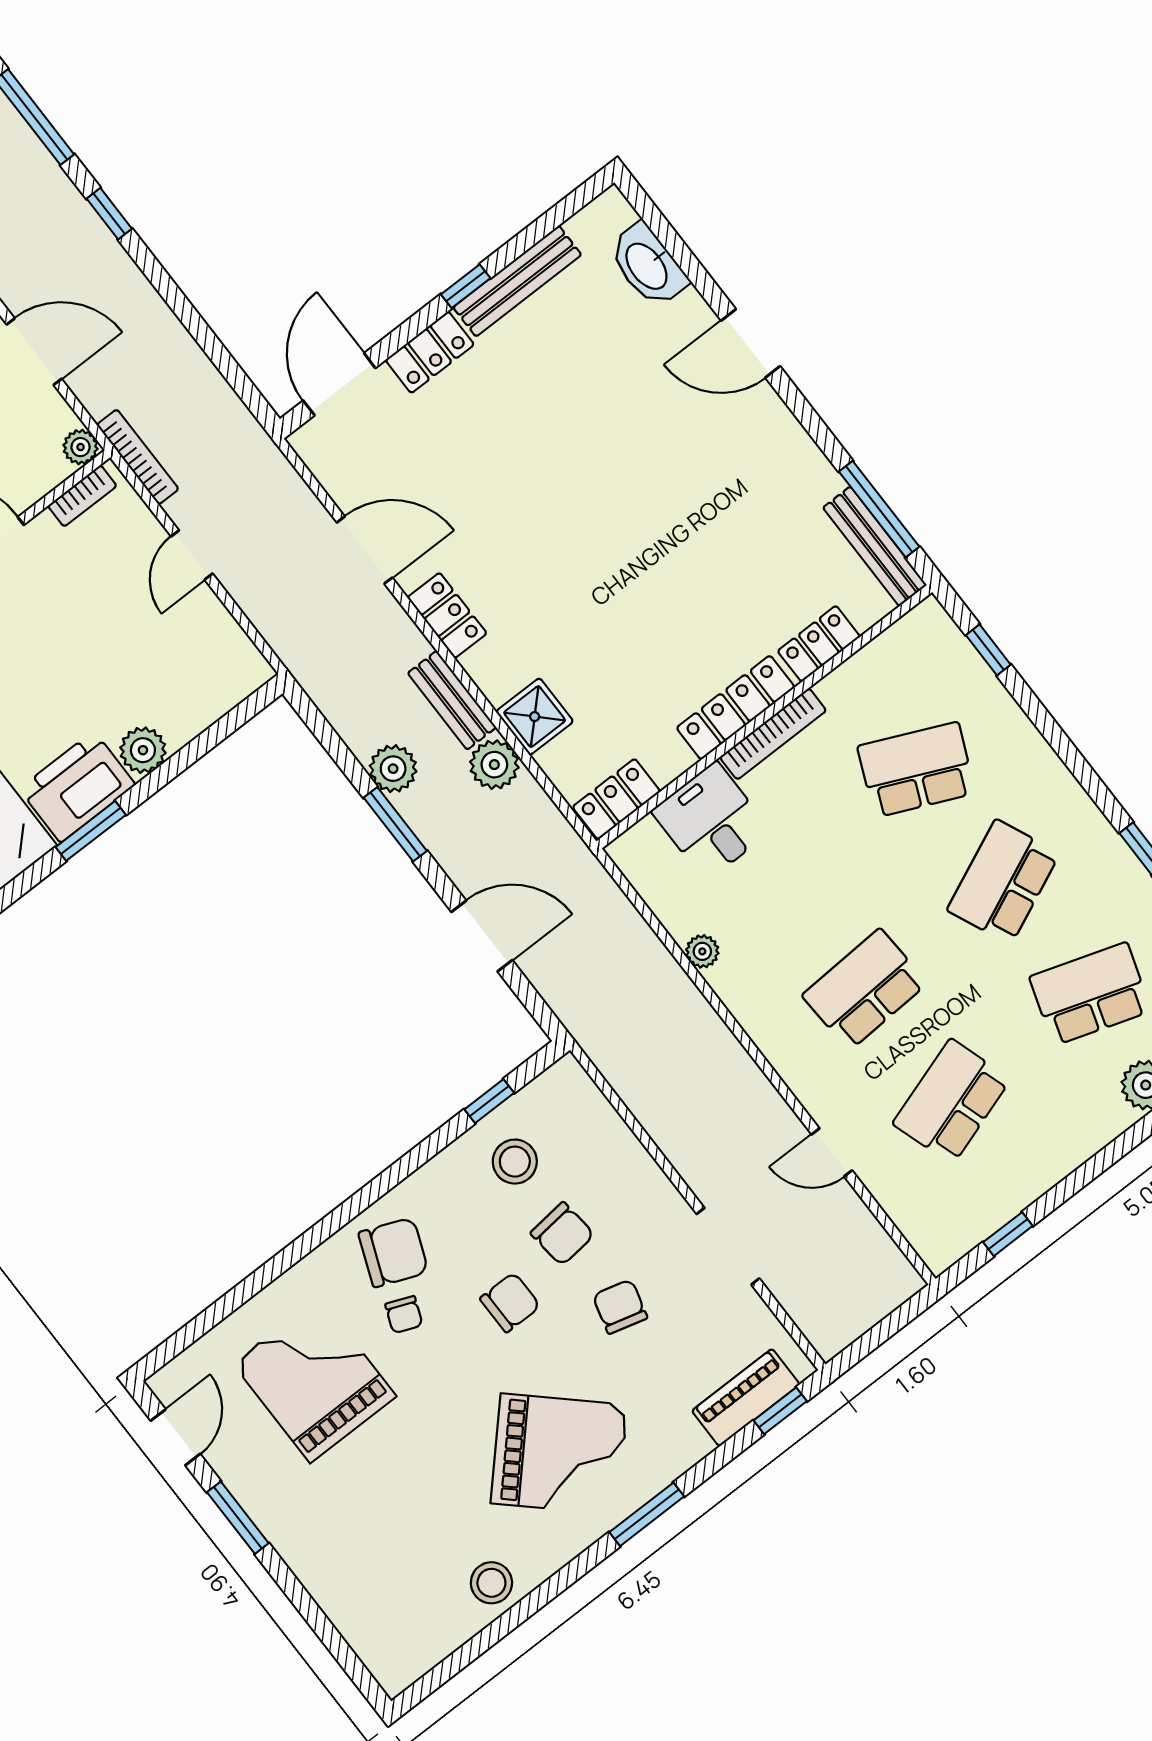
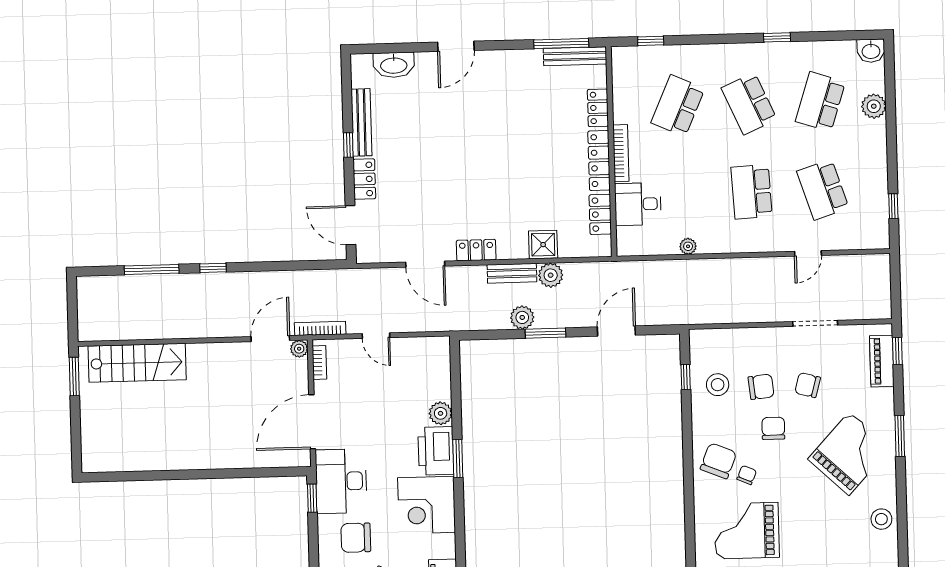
door: (34, 352) -> (270, 339), moved
door: (365, 550) -> (425, 264), swing flipped
locker: (616, 799) -> (600, 214), moved
chair: (404, 1315) -> (747, 475), turned -89

